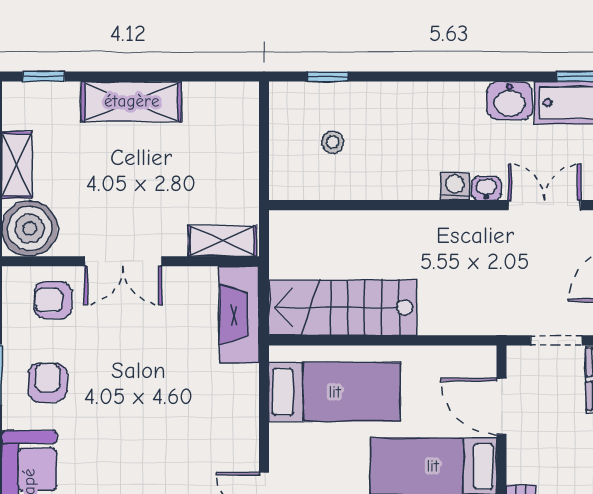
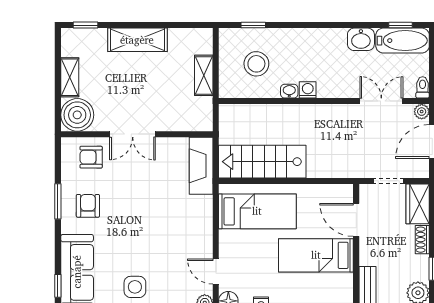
stool: (333, 142) -> (256, 64), width x1.89, depth x1.89
washing machine: (455, 186) -> (308, 90), moved
washbasin: (486, 188) -> (289, 91), moved
shelving: (222, 241) -> (204, 75), moved, turned 90

